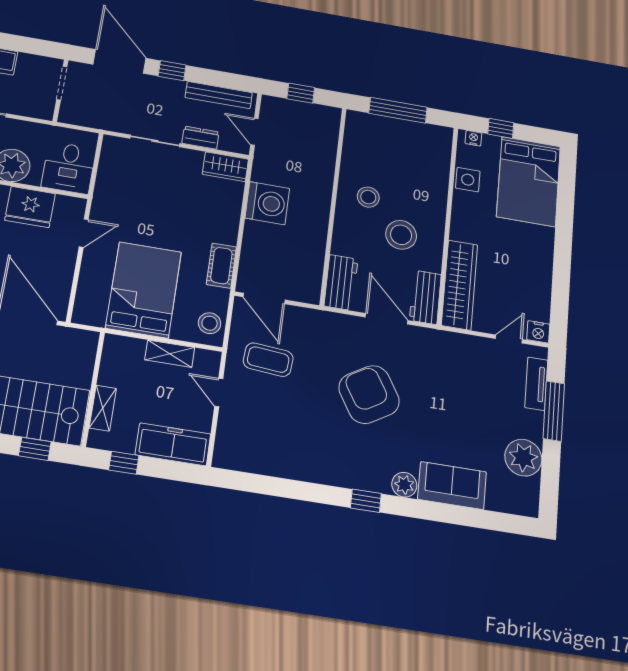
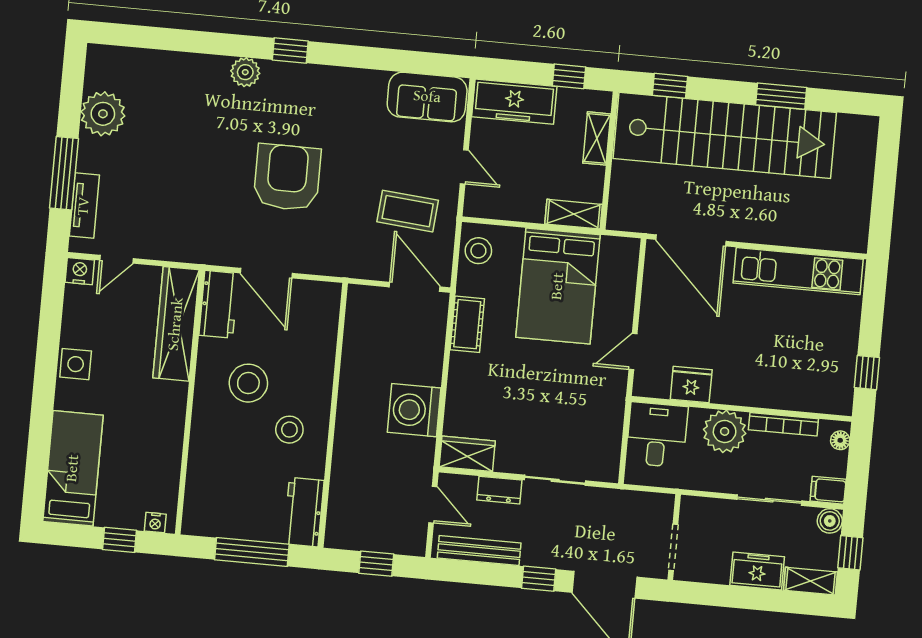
side table: (468, 180) -> (76, 364), moved
bed: (529, 181) -> (73, 468), width x0.67
fridge: (30, 207) -> (691, 385), width x0.73, depth x0.75
workbench: (341, 283) -> (304, 512), moved
shelving: (170, 354) -> (574, 214), moved
armchair: (369, 394) -> (287, 177), turned -149
sofa: (452, 486) -> (427, 97), moved

